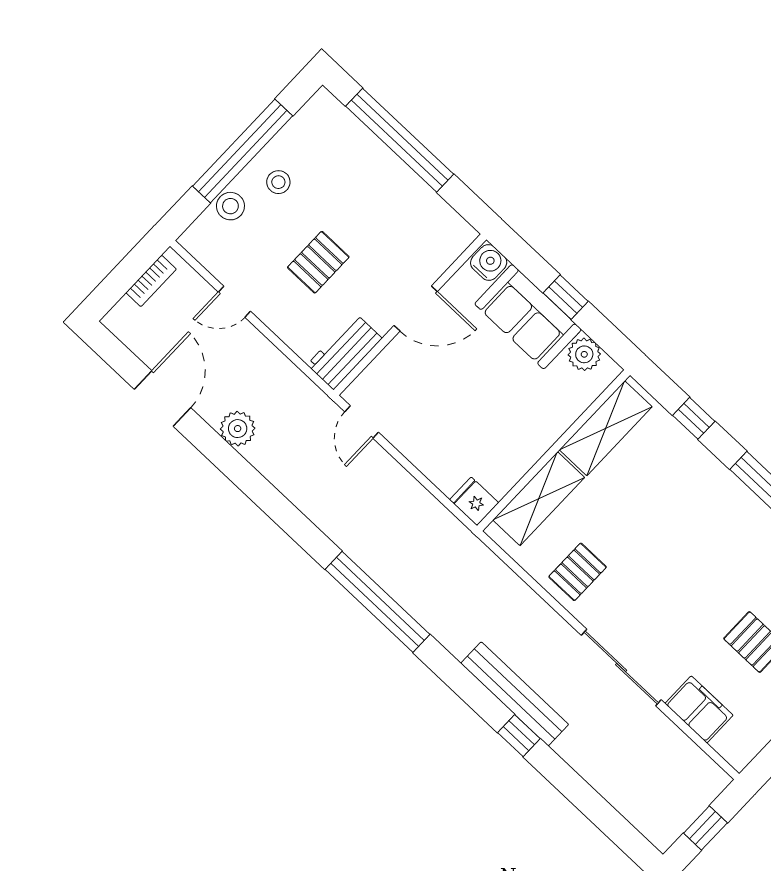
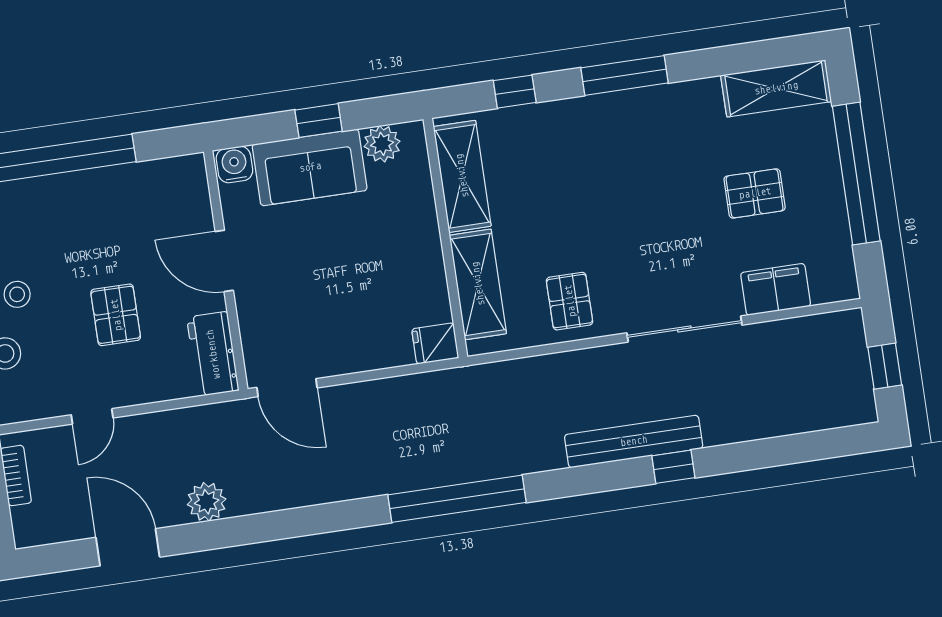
door: (416, 309) -> (224, 261), swing flipped
door: (362, 422) -> (287, 388), width x1.38

